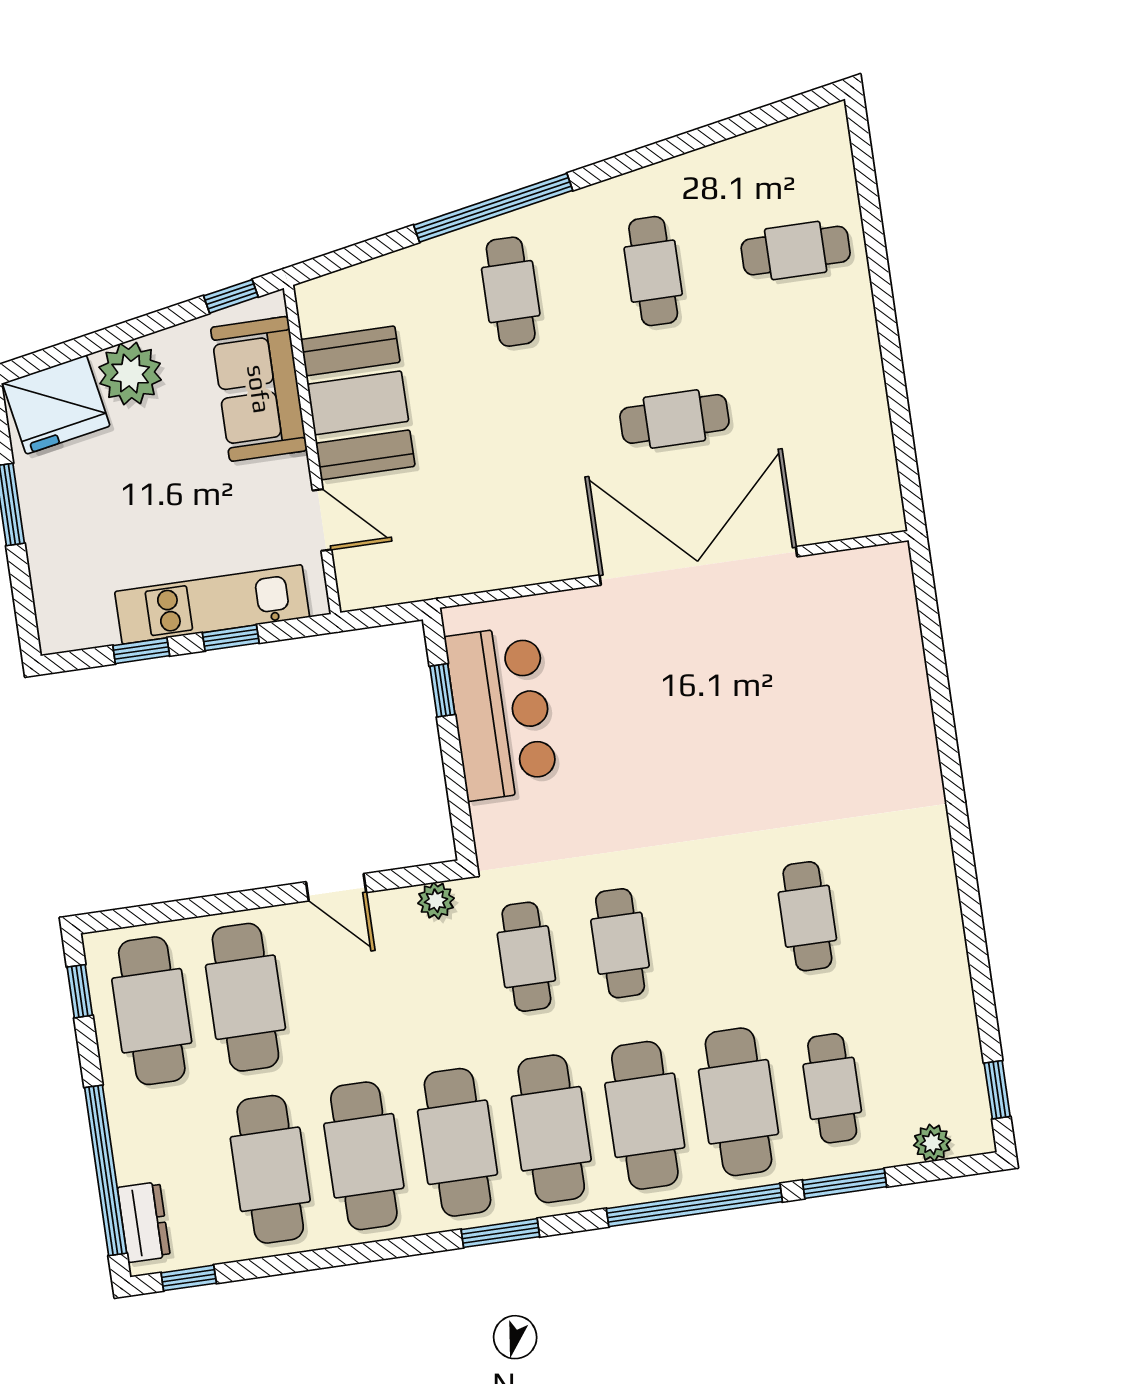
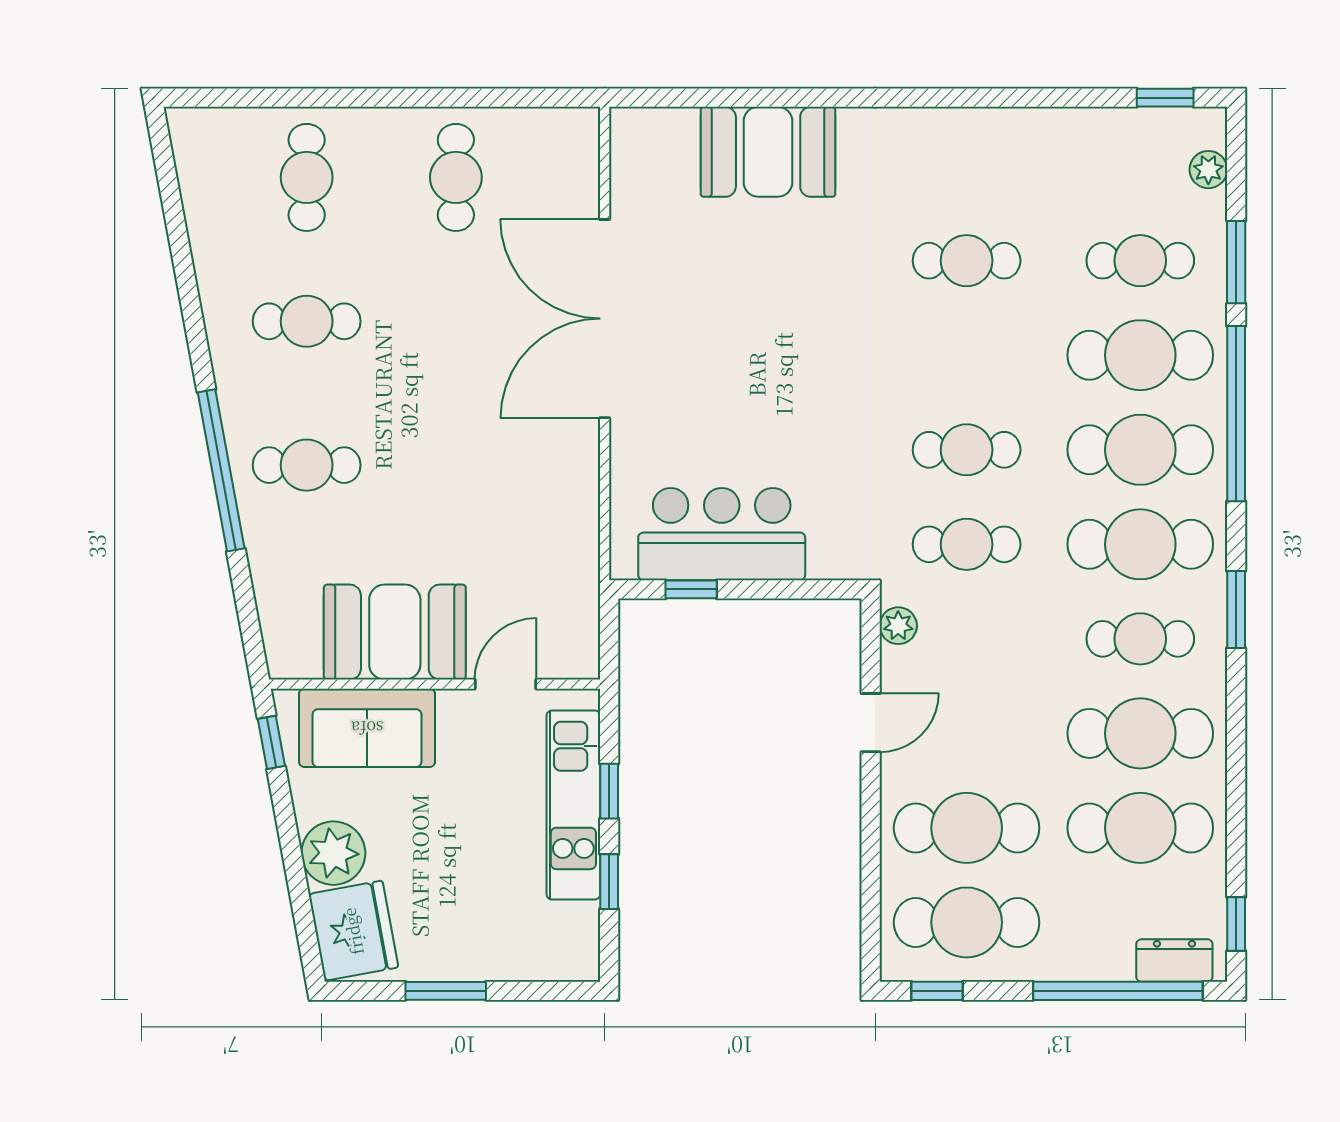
cafe table: (674, 419) -> (456, 177), moved
booth: (887, 704) -> (768, 152), added
cafe table: (458, 1142) -> (1140, 639), width x0.73, depth x0.74

